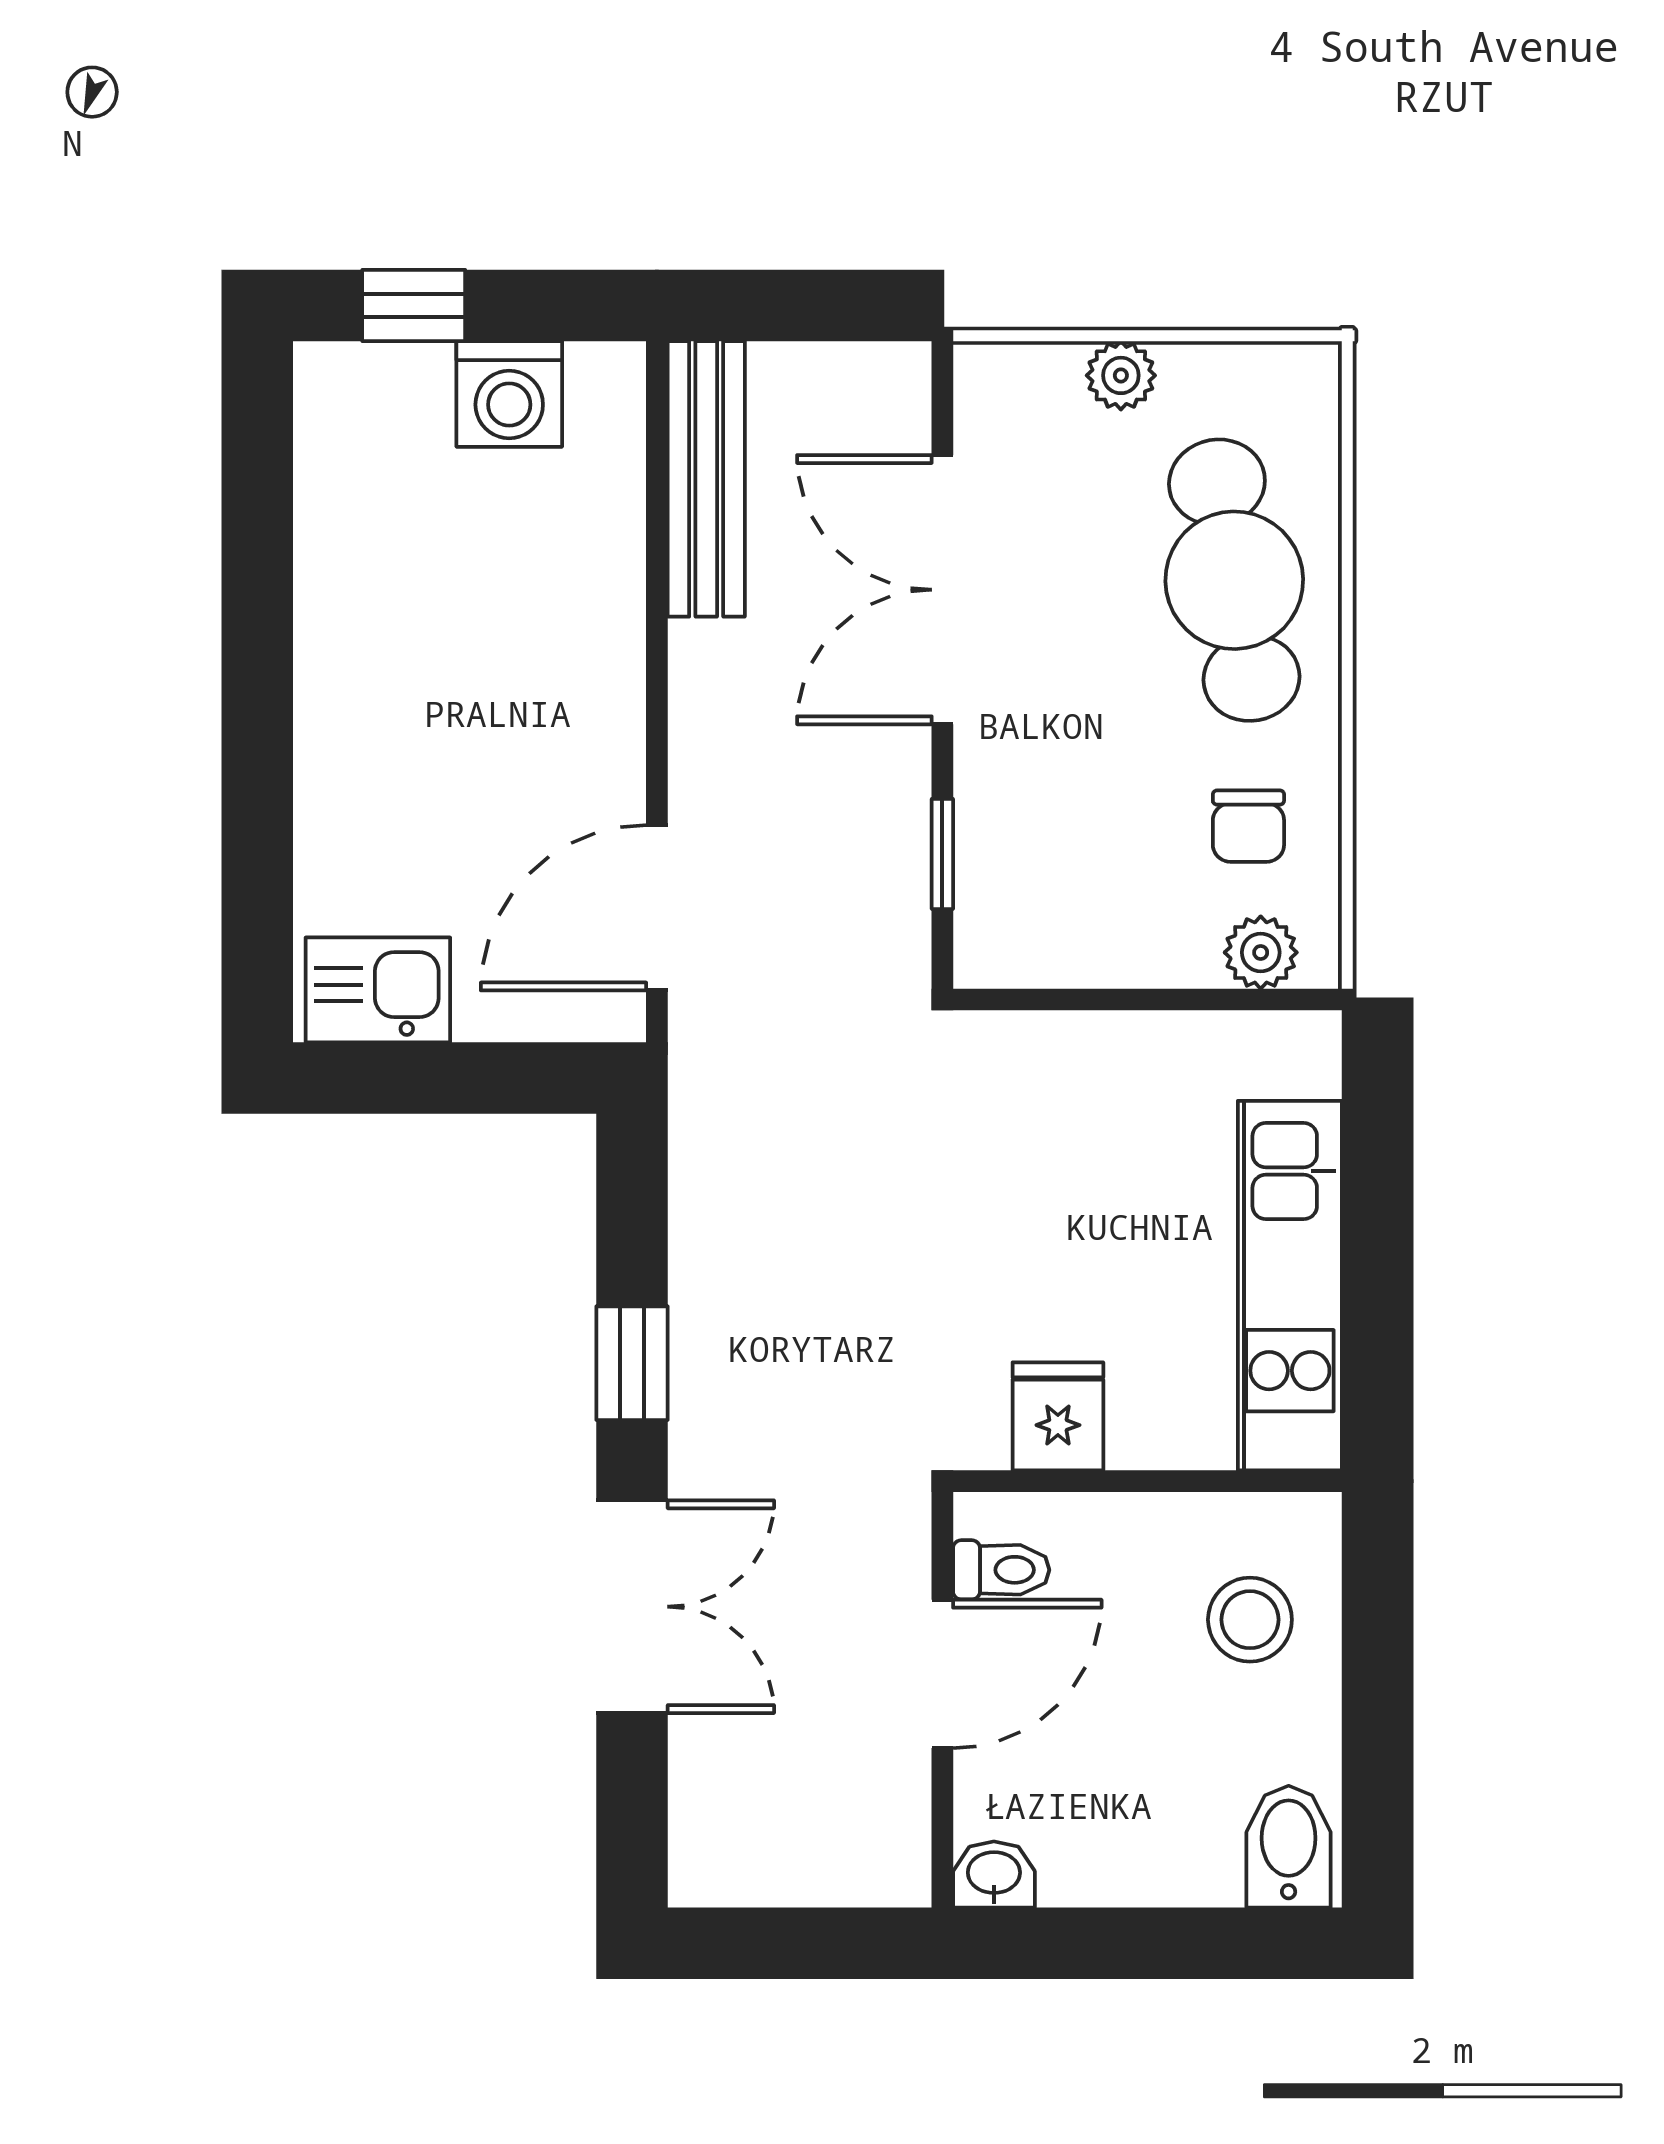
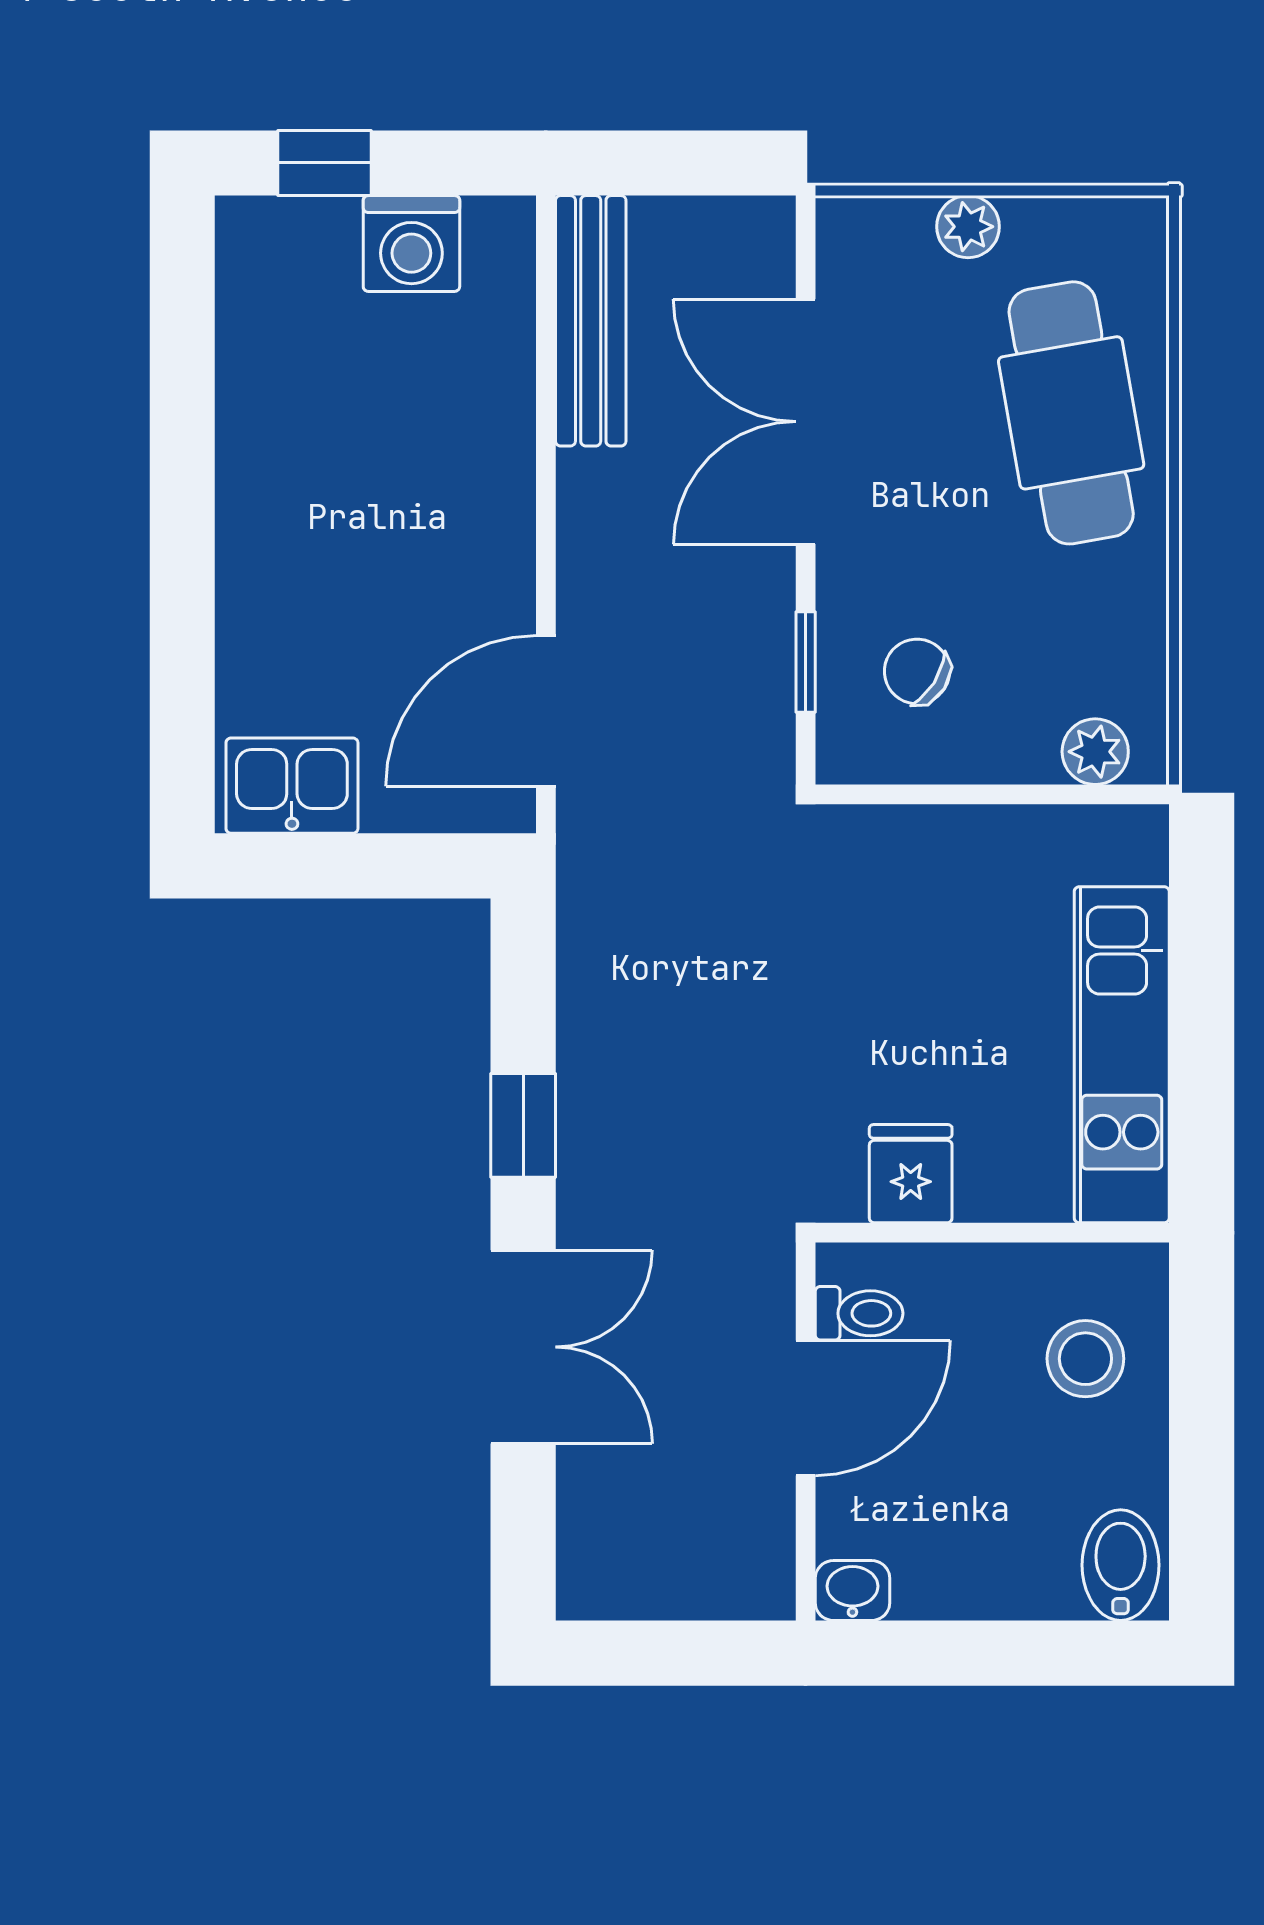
chair: (1248, 826) -> (917, 671), moved, turned 122

